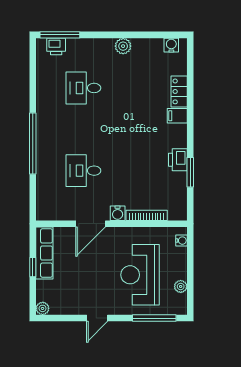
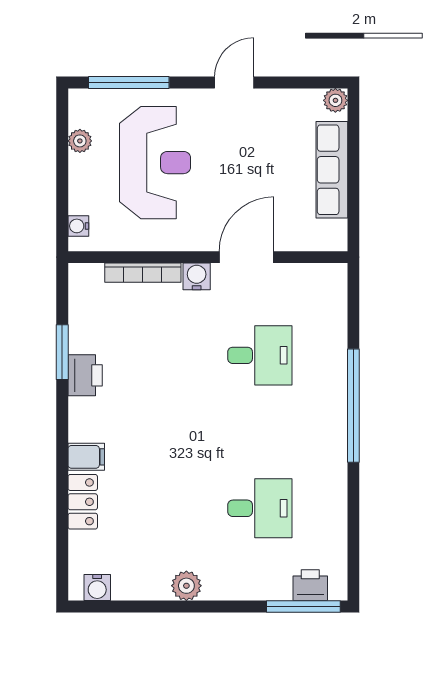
row of seats: (44, 253) -> (332, 170), moved
window: (33, 267) -> (353, 177), removed

